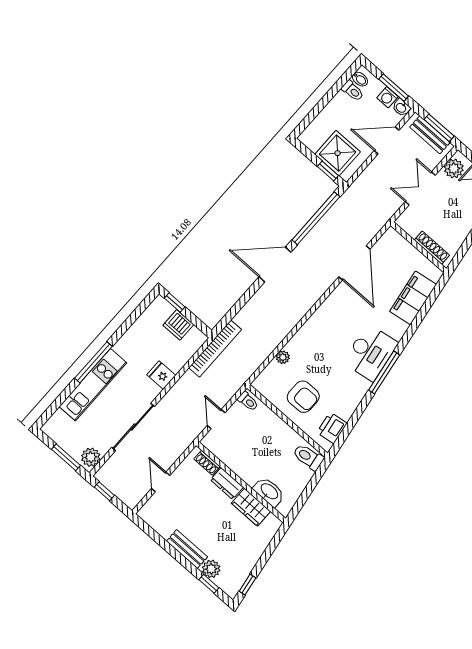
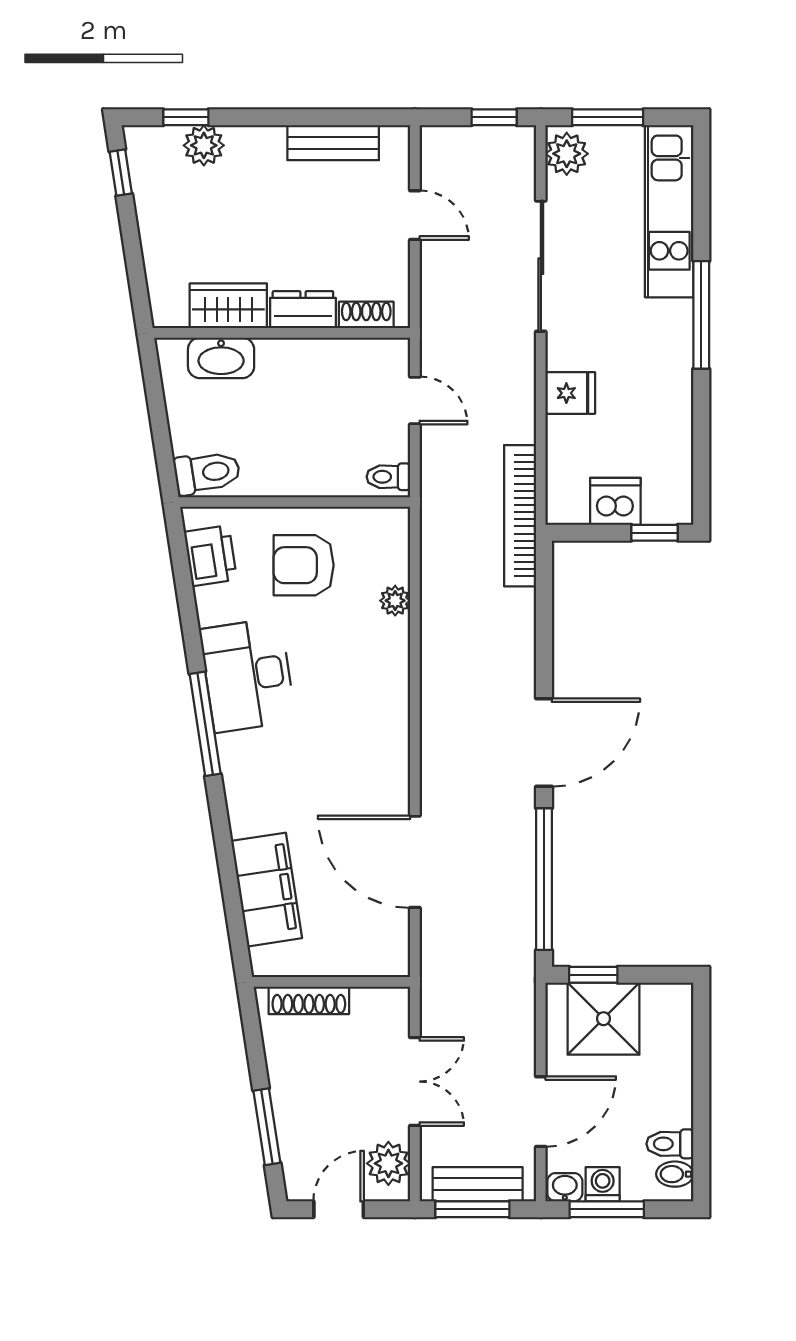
desk: (370, 353) -> (248, 675), moved
kitchen unit: (93, 385) -> (669, 211), moved
bench: (187, 549) -> (333, 143), moved

